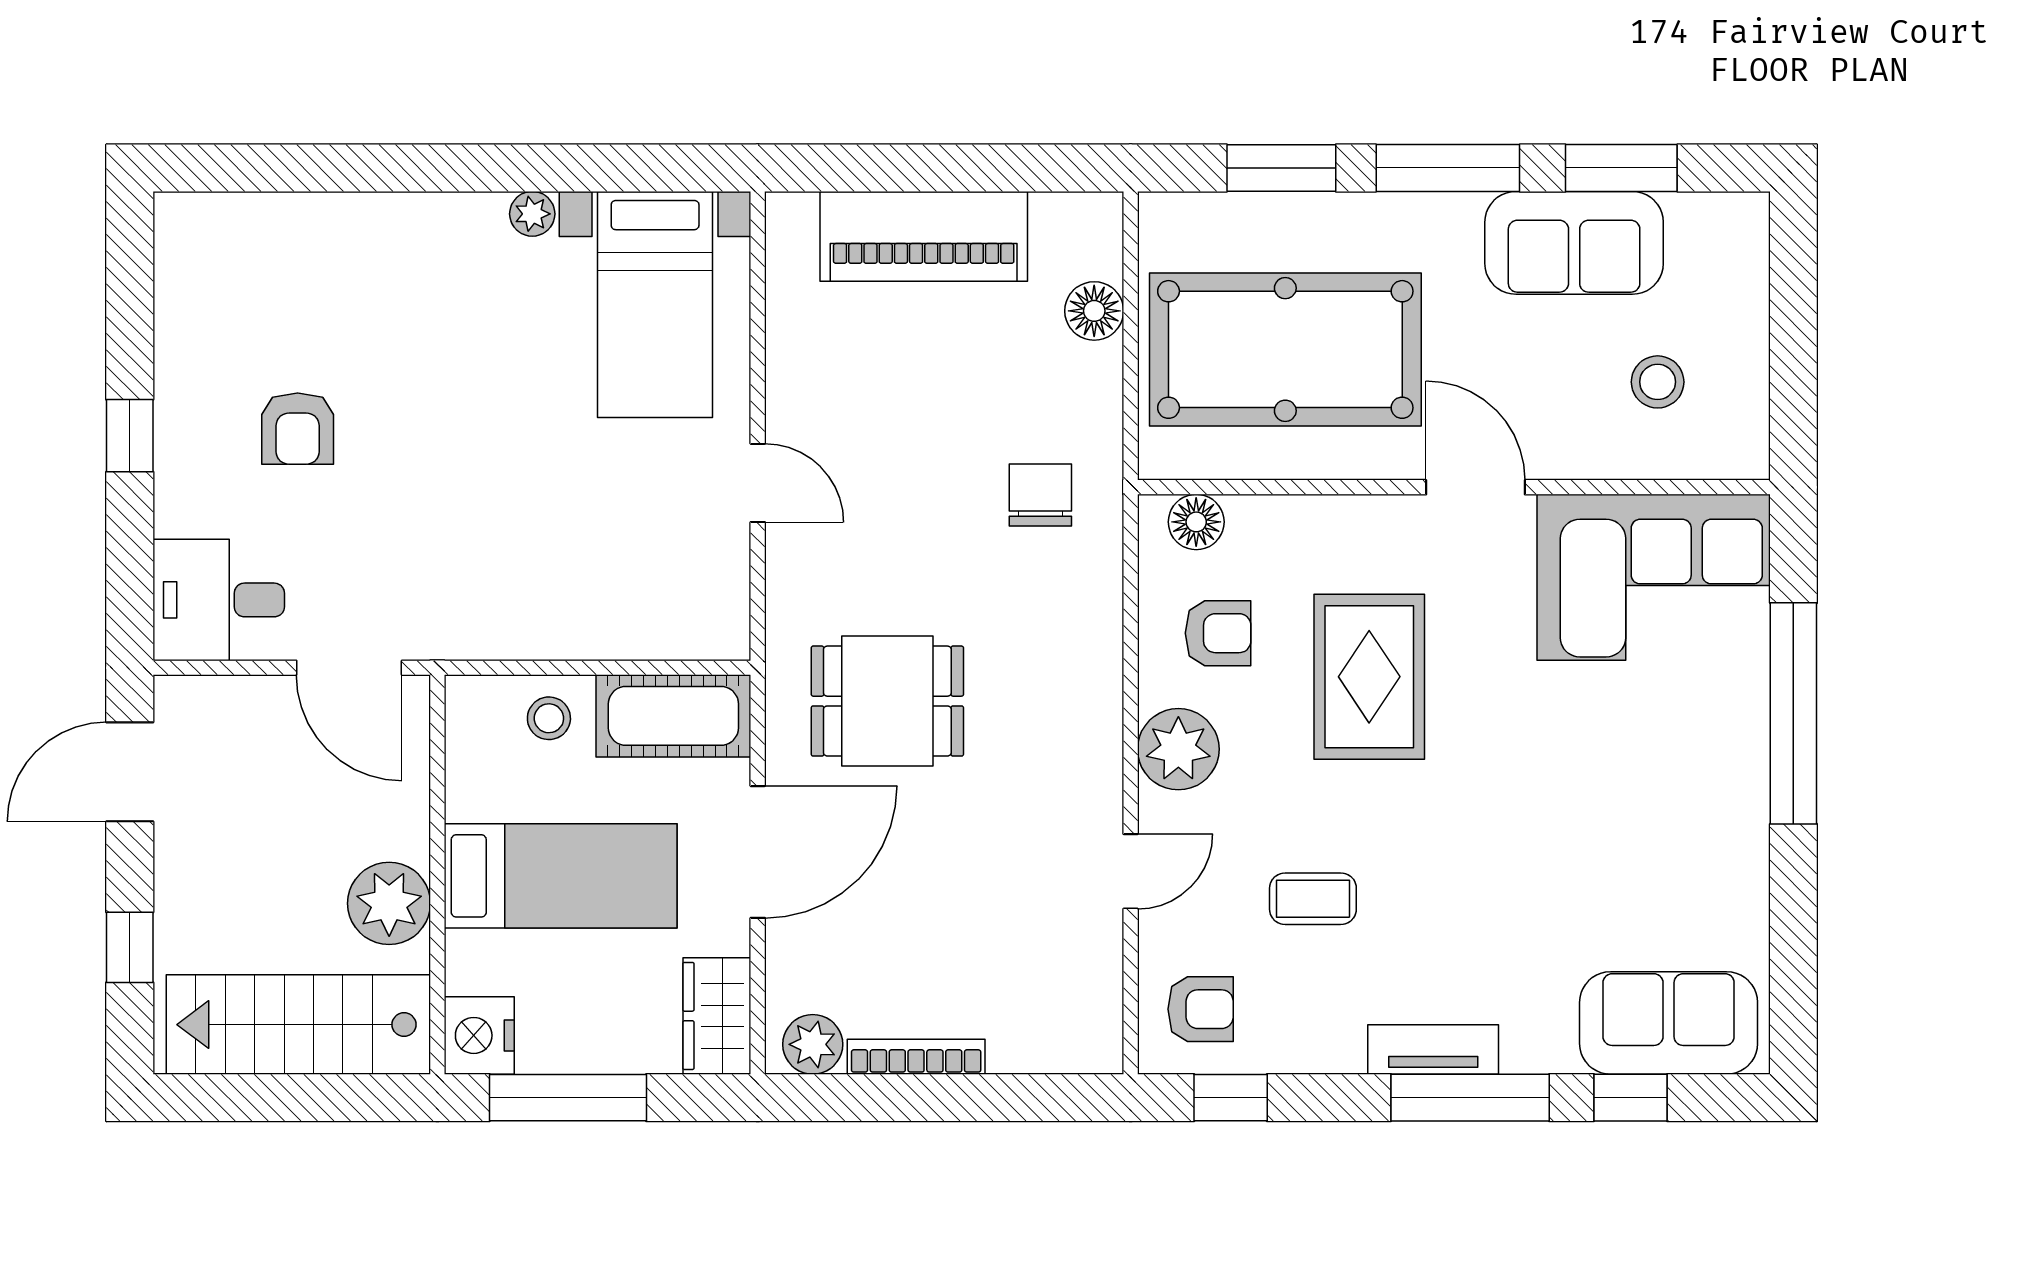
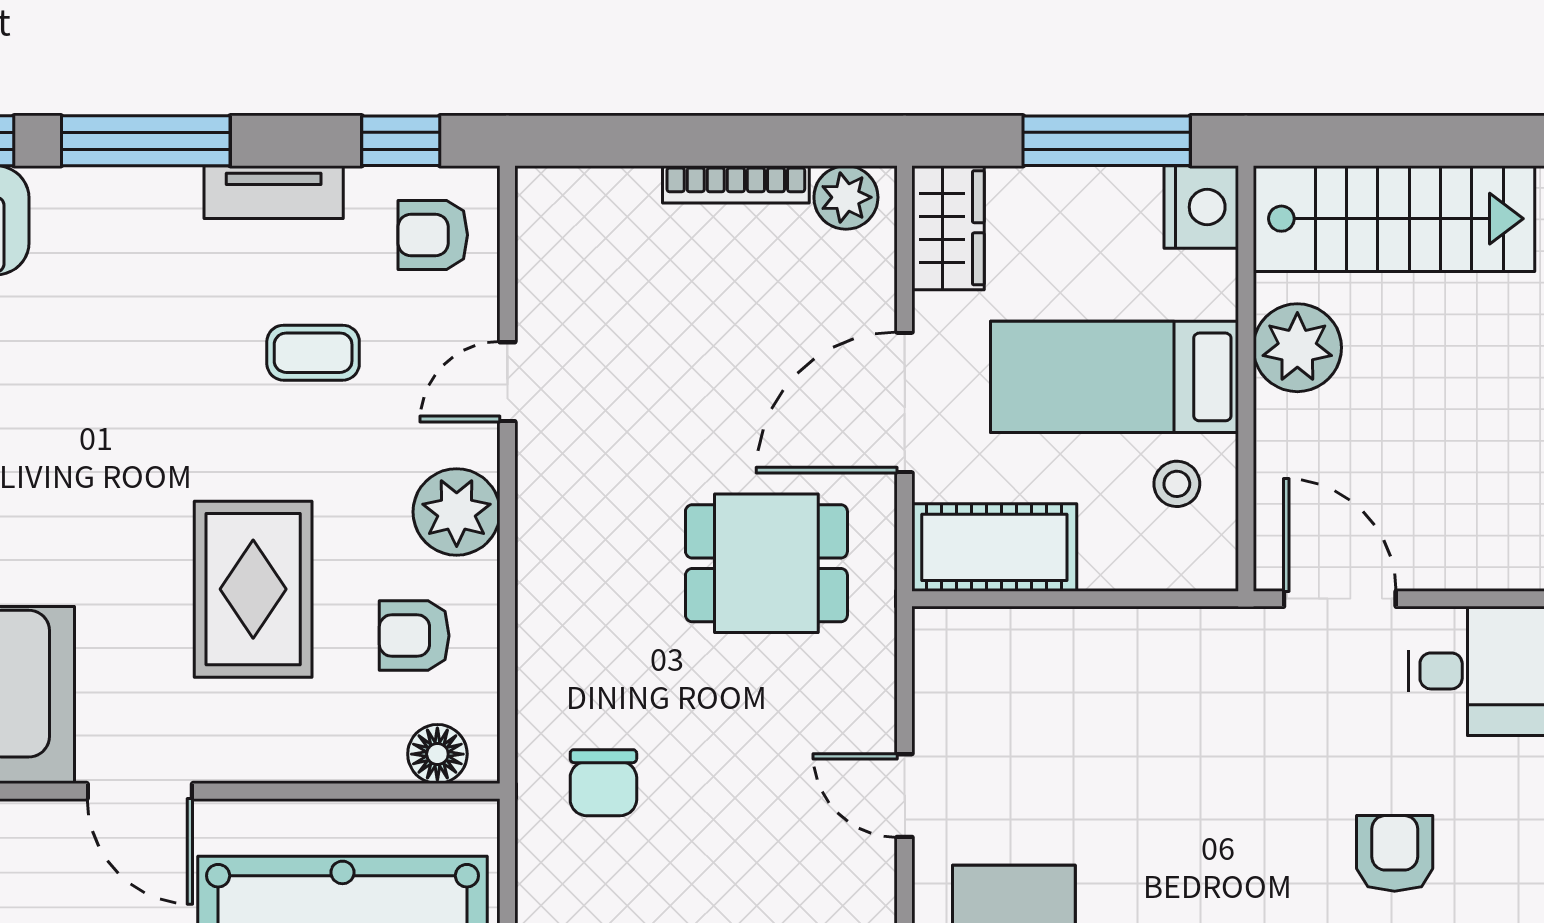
stool: (549, 718) -> (1177, 484), moved
tv unit: (1433, 1049) -> (274, 192), moved

